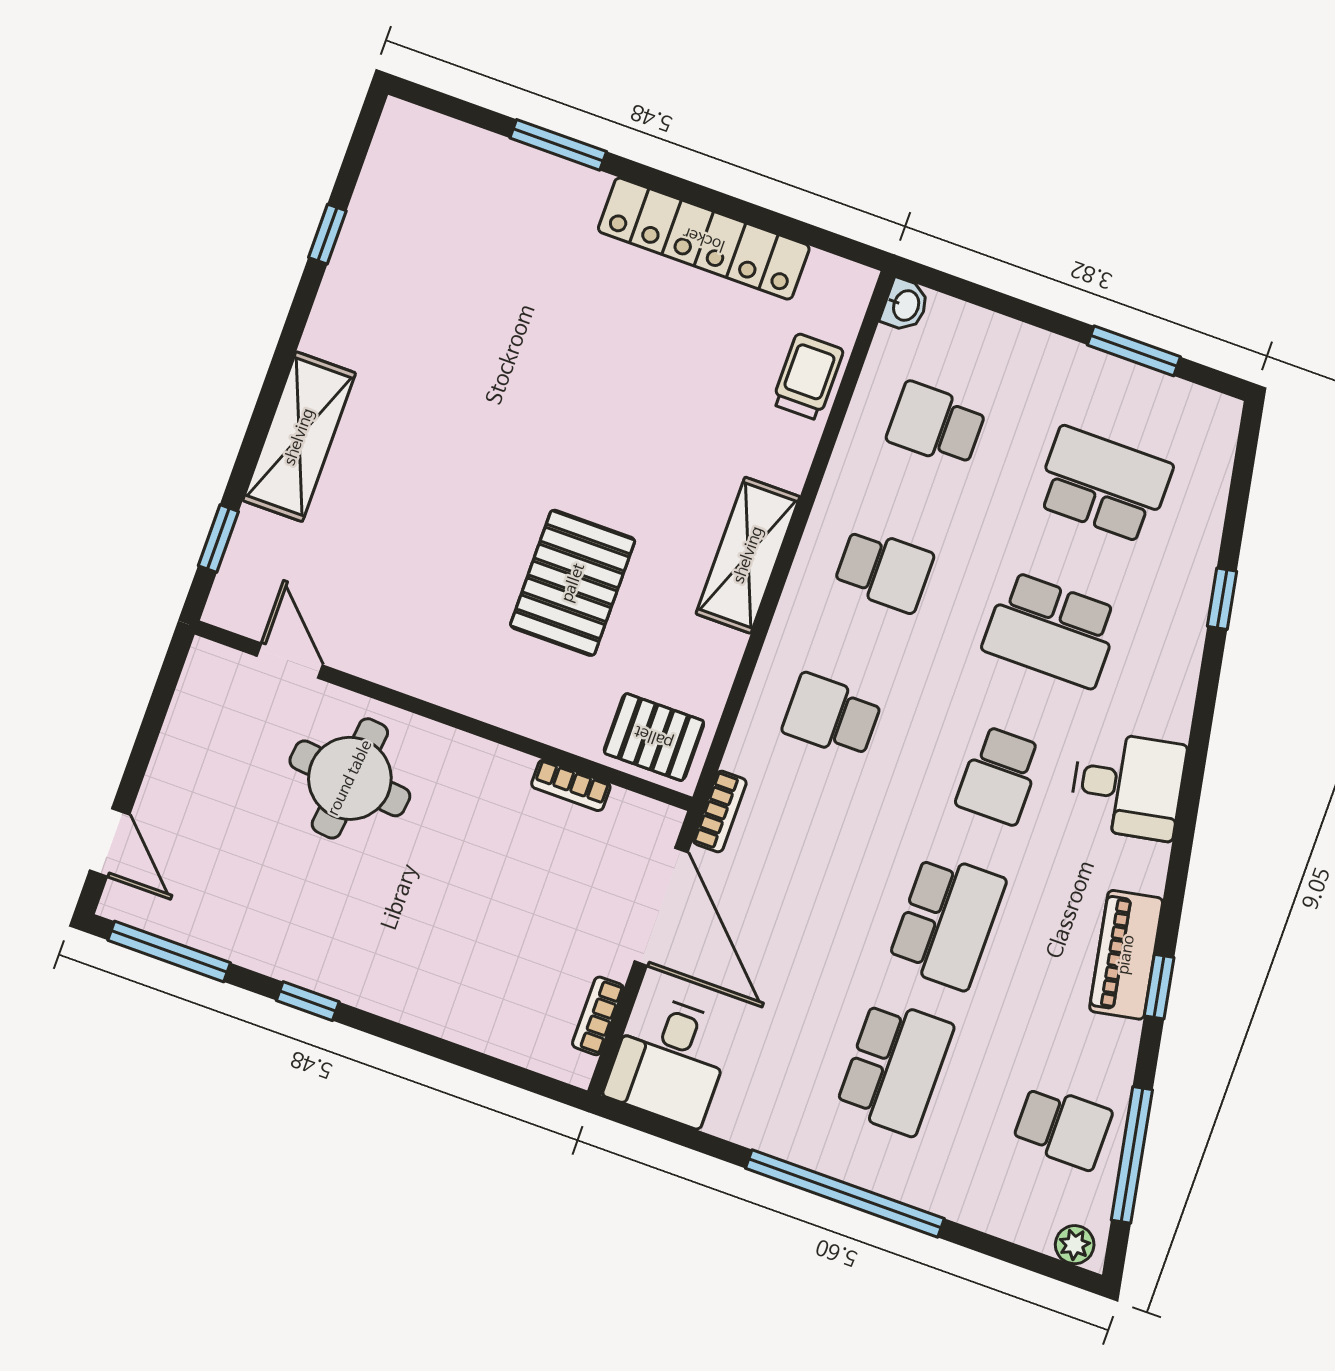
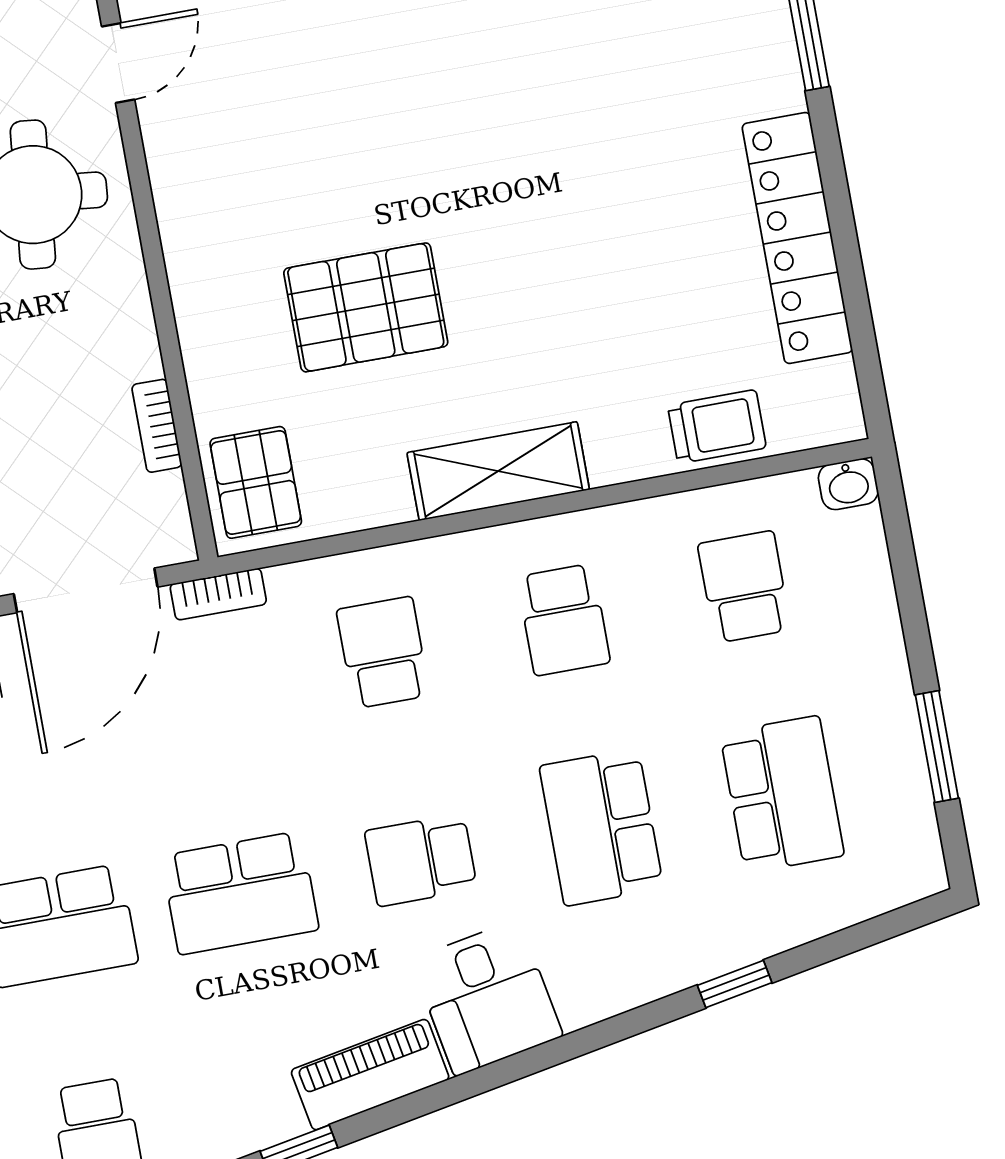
piano: (1126, 955) -> (370, 1075), moved

